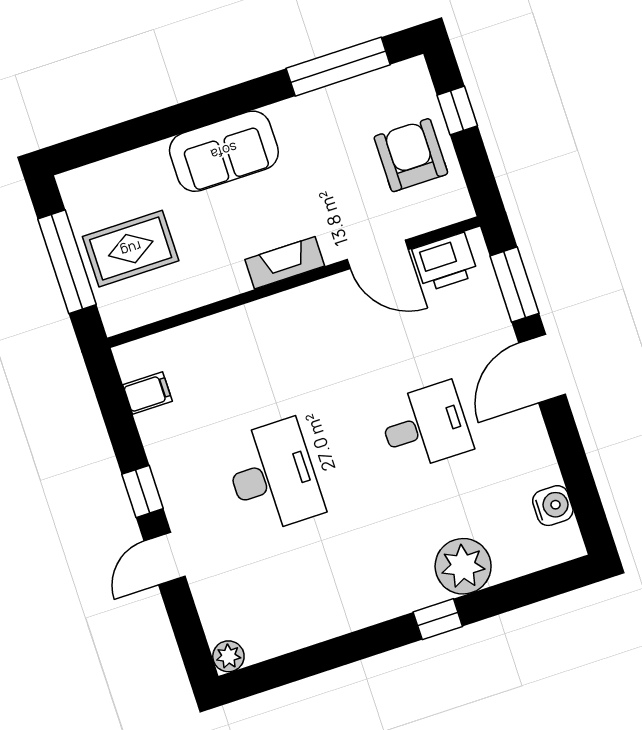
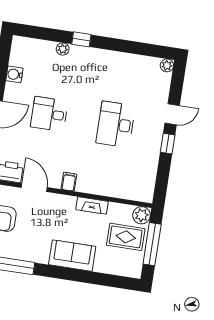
fireplace: (285, 263) -> (92, 205), moved
plant: (120, 312) -> (142, 215), added
filing cabinet: (148, 393) -> (69, 182), moved, turned 90
water cooler: (553, 506) -> (14, 74), moved
plant: (463, 566) -> (63, 49), width x0.53, depth x0.53

